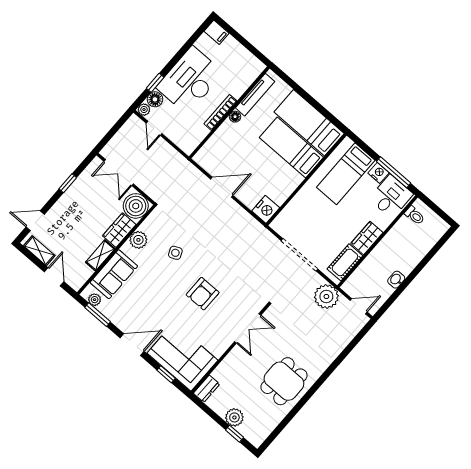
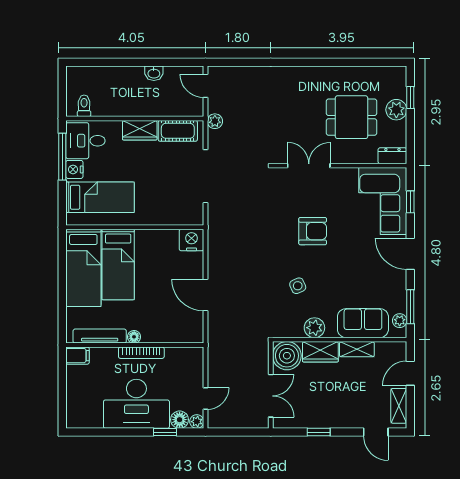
filing cabinet: (216, 32) -> (78, 356), moved, turned 90
plant: (326, 296) -> (215, 121), width x0.53, depth x0.53
dining table: (284, 381) -> (352, 117), moved

